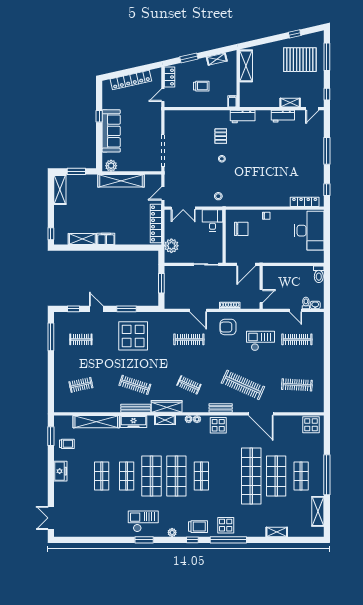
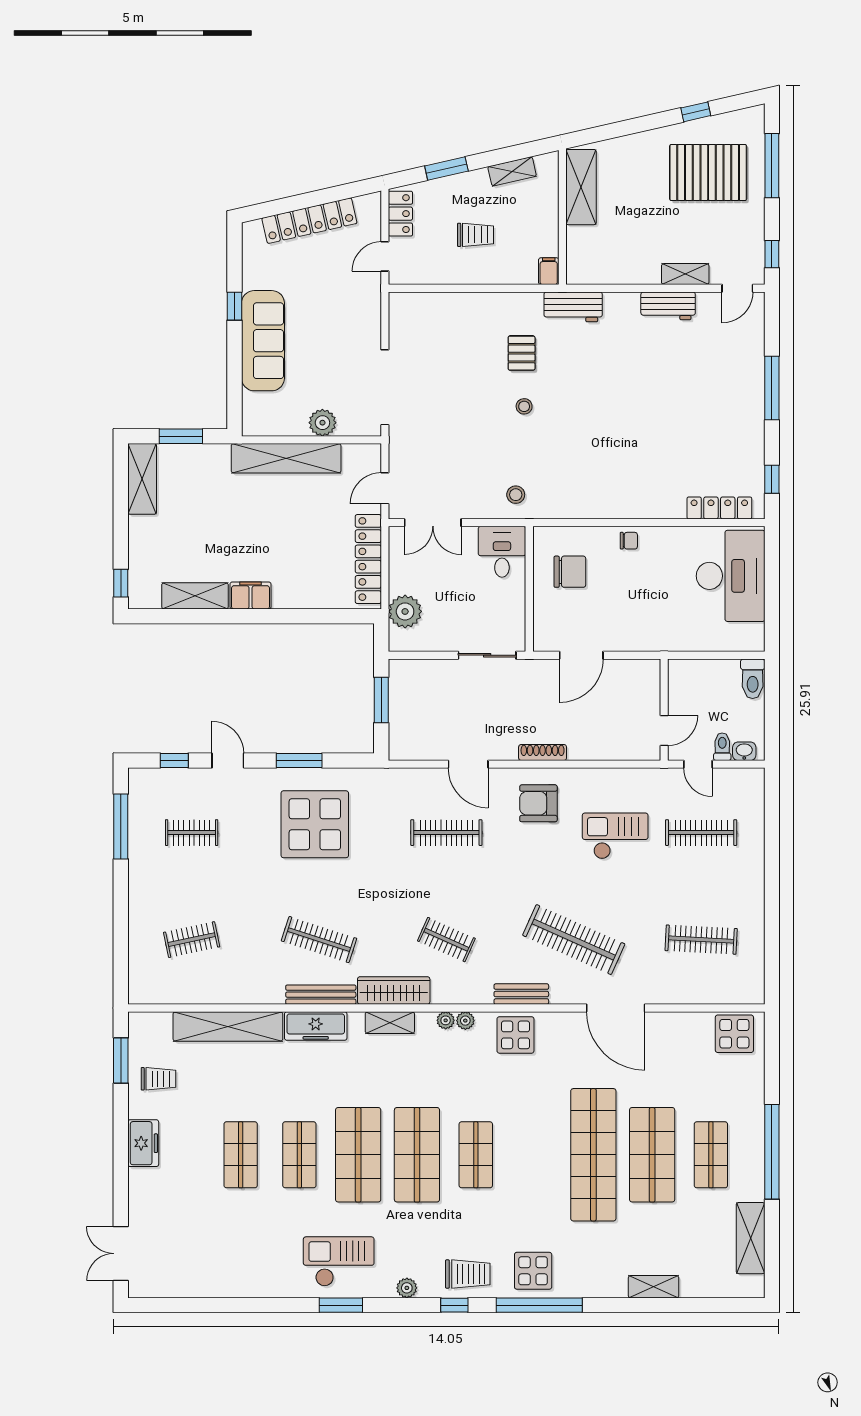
plant: (111, 166) -> (322, 423), moved
wall: (261, 287) -> (664, 710), moved
door: (261, 296) -> (664, 730), moved

